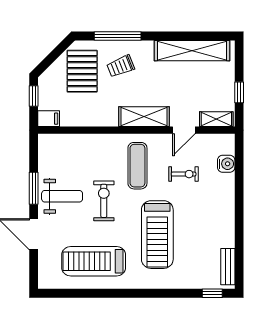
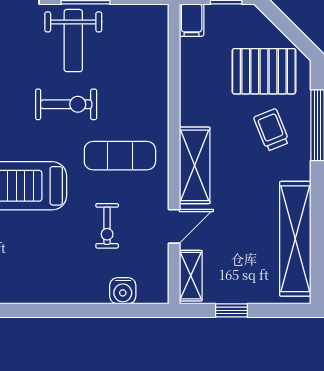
door: (184, 130) -> (174, 226), swing flipped

